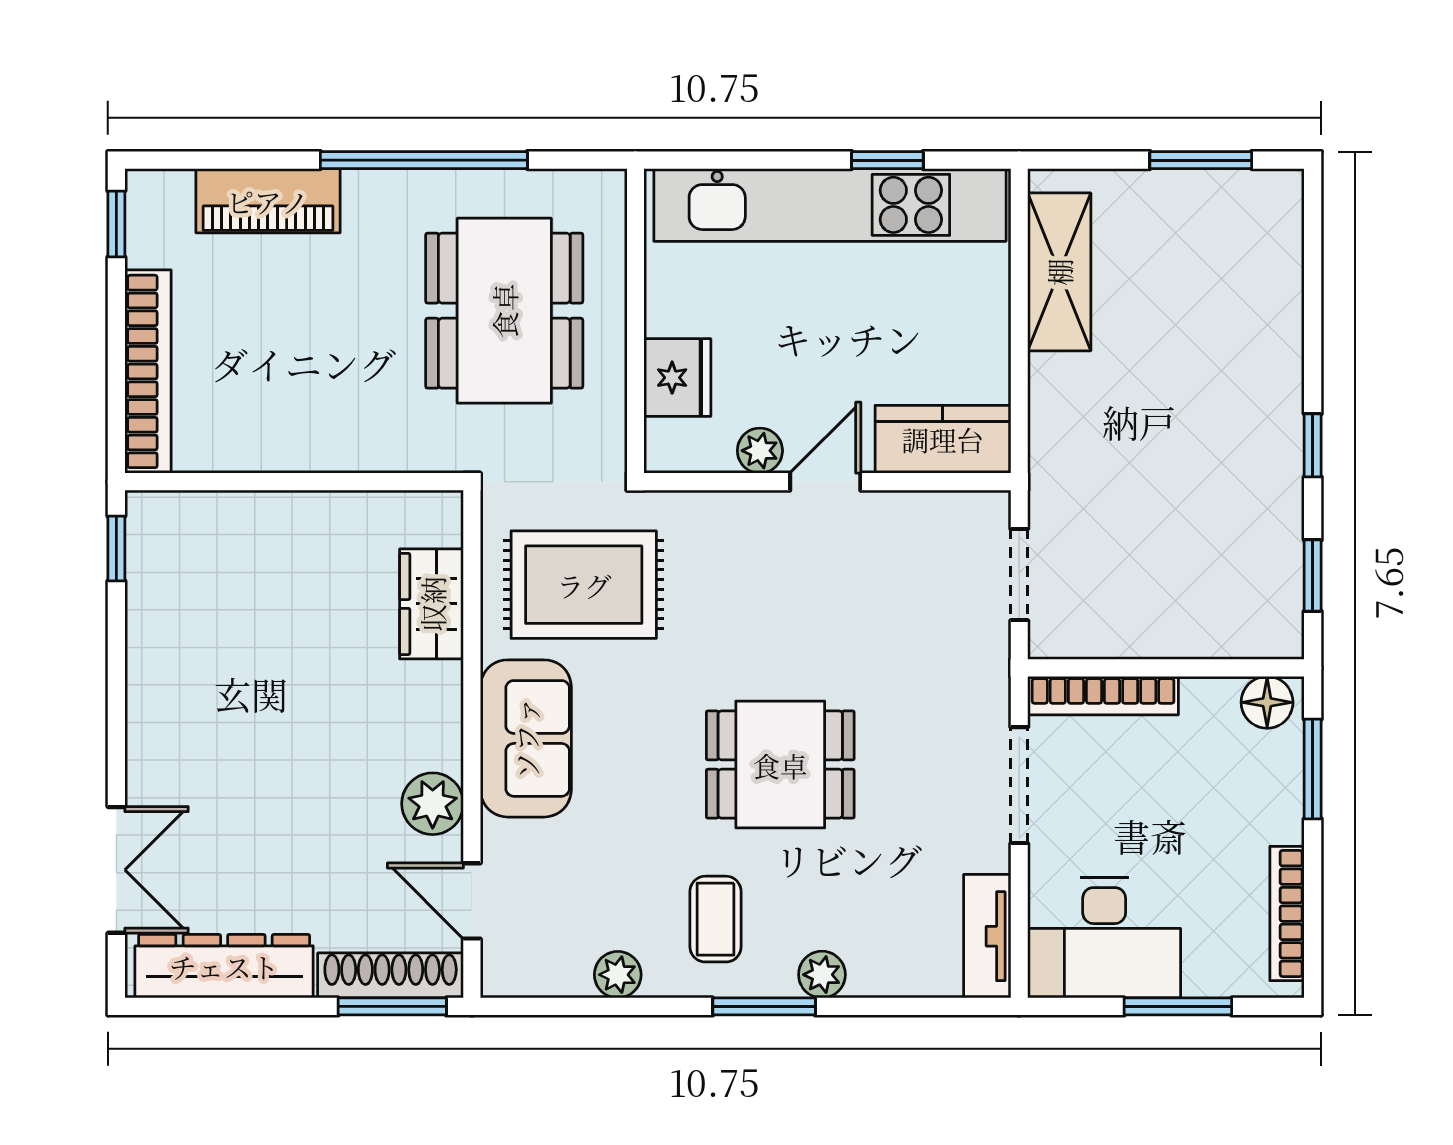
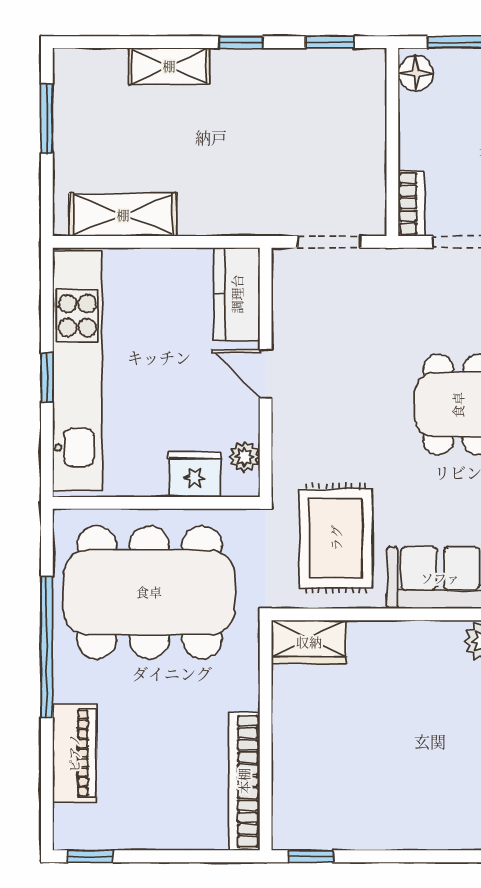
window: (887, 160) -> (47, 378), moved
dining table: (504, 311) -> (149, 592), width x1.36, depth x1.24
shelving: (1277, 340) -> (169, 66), added
bookcase: (148, 371) -> (244, 781), moved, turned -90
plant: (760, 451) -> (245, 457), moved
wardrobe: (432, 604) -> (309, 642), moved
bookcase: (1103, 696) -> (411, 203), width x0.64

